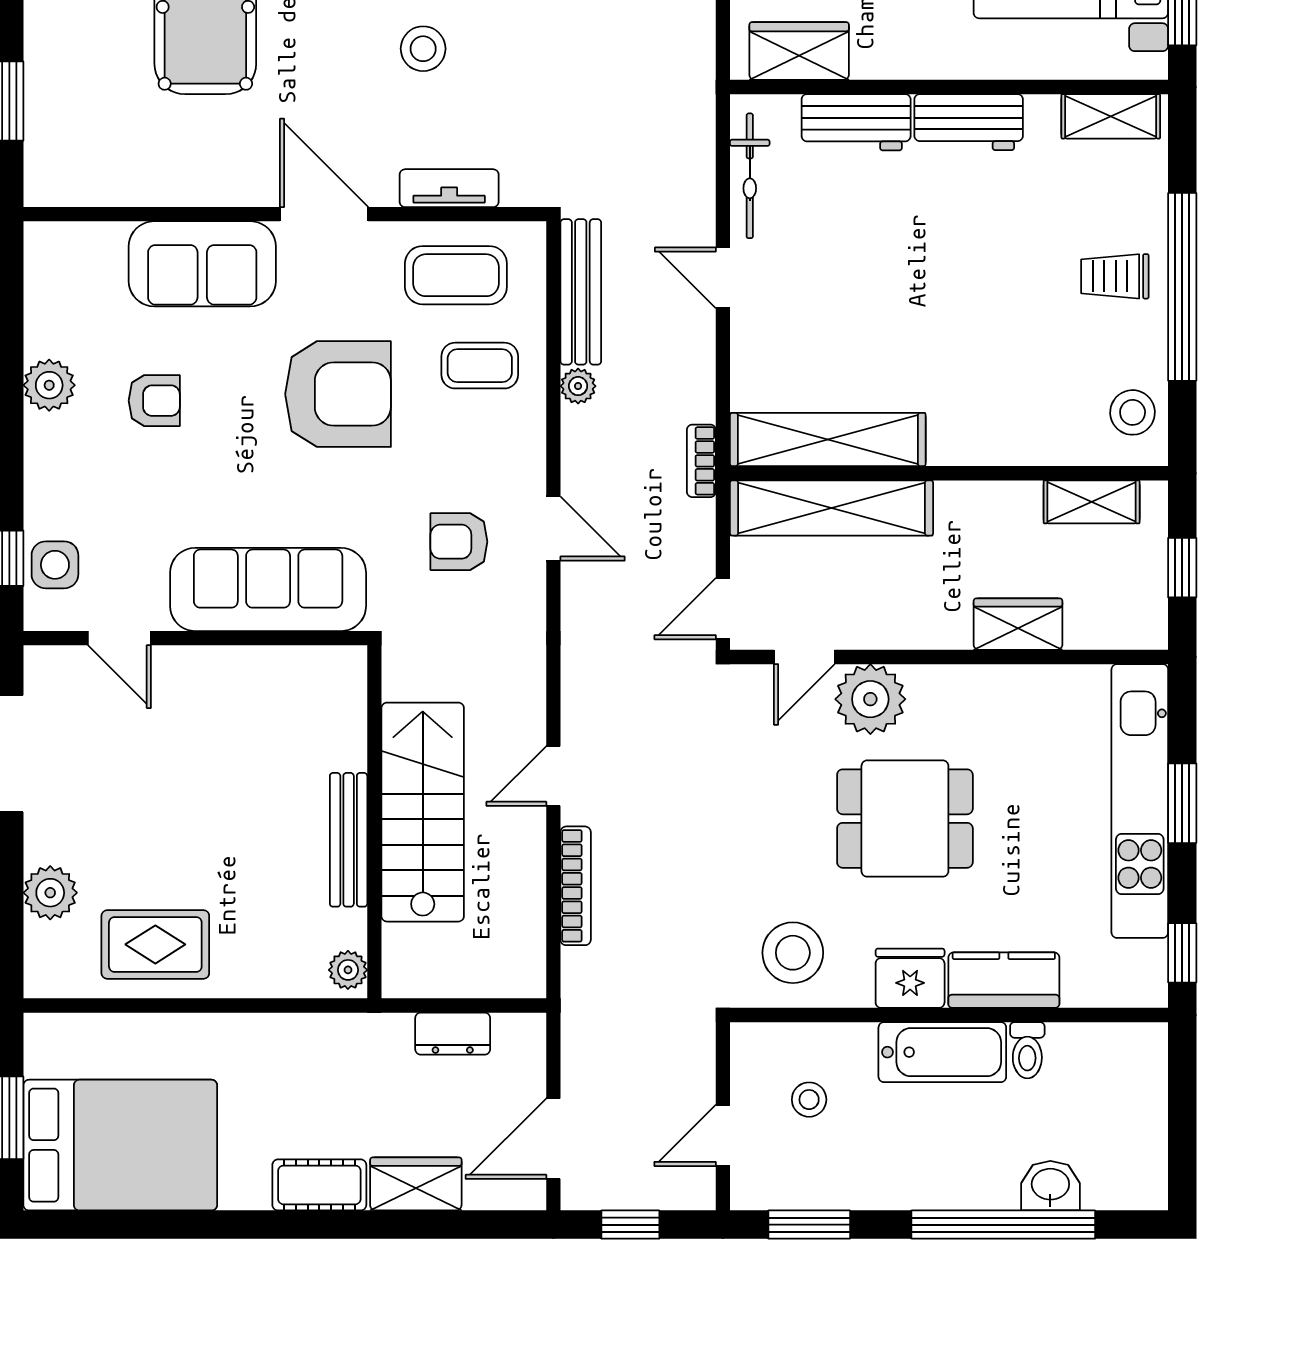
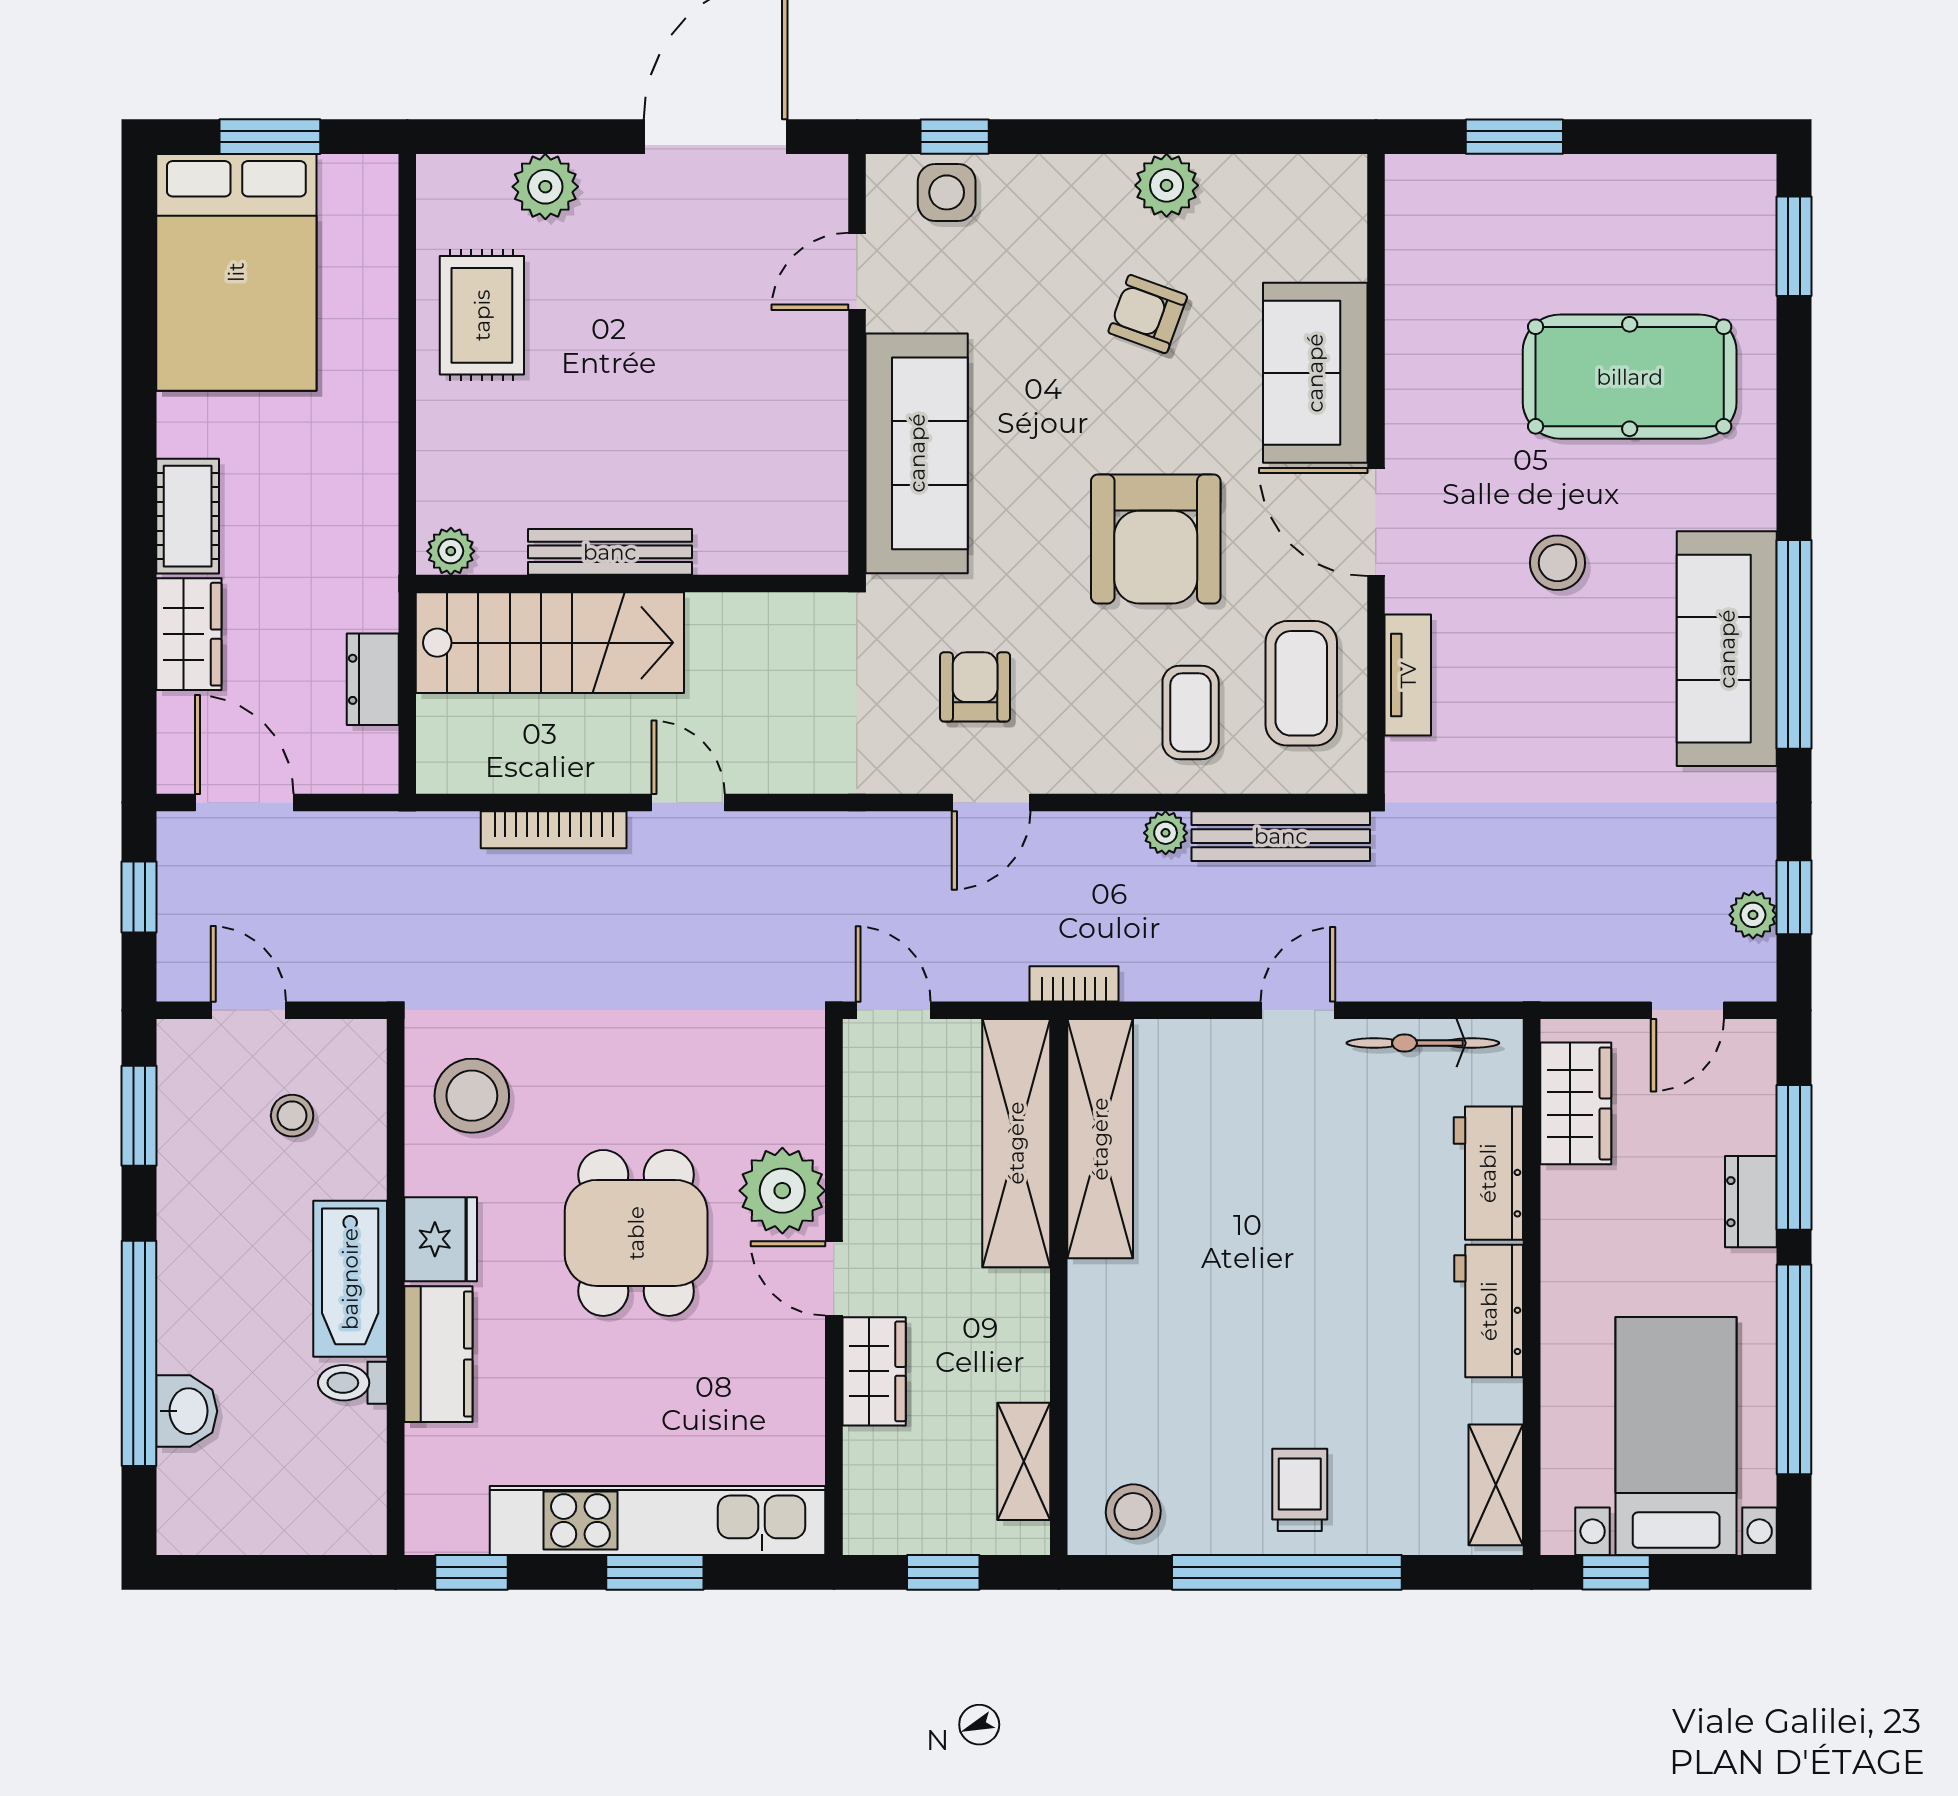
stool: (423, 49) -> (1557, 563), moved
door: (324, 214) -> (1376, 522), swing flipped
armchair: (154, 401) -> (1148, 314), turned 110
door: (804, 657) -> (834, 1278), moved
stairs: (423, 812) -> (550, 643), moved

